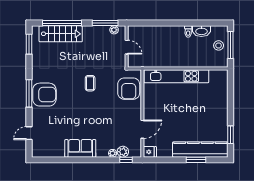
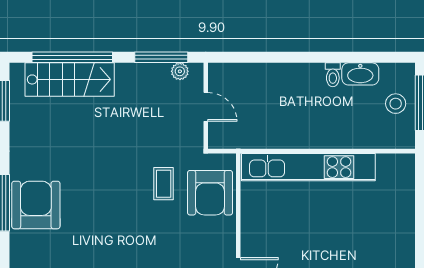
coffee table: (90, 83) -> (164, 184), moved
armchair: (44, 95) -> (36, 205), turned -90

